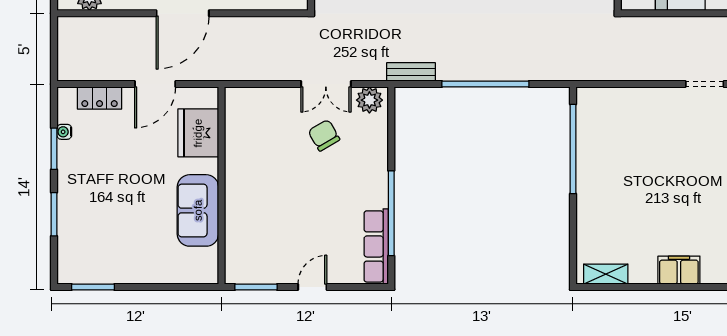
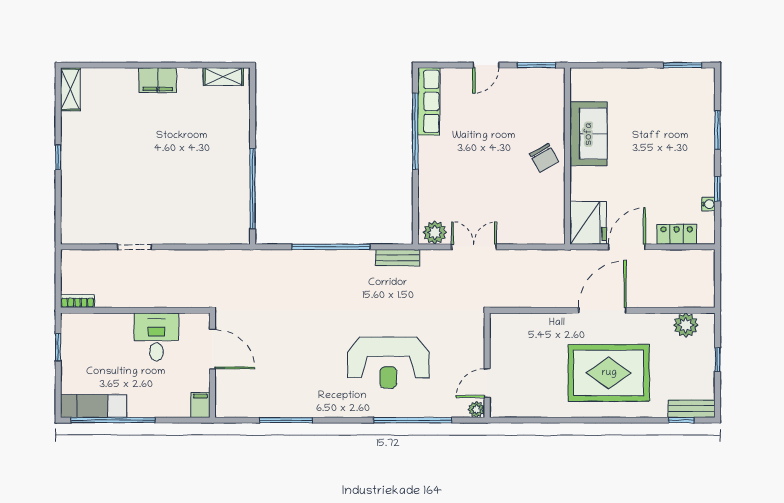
fridge: (198, 133) -> (588, 223), moved
chair: (324, 135) -> (544, 158), moved
window: (54, 149) -> (717, 189), width x0.67

